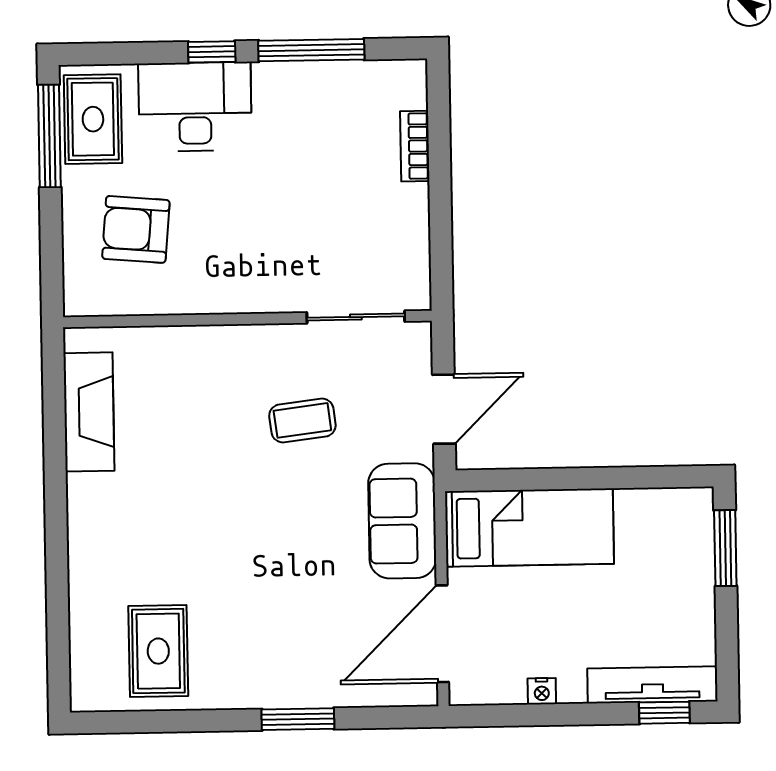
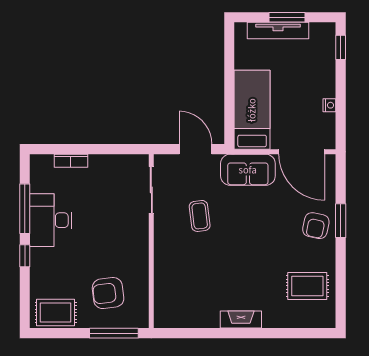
desk: (195, 107) -> (51, 220), moved
window: (49, 136) -> (114, 333), moved
armchair: (136, 229) -> (108, 293), turned 78
fireplace: (89, 412) -> (241, 320), moved, width x0.73, depth x0.76
window: (725, 548) -> (287, 17), moved
armchair: (286, 667) -> (316, 226), added
tv unit: (652, 685) -> (278, 31), moved, turned -90

